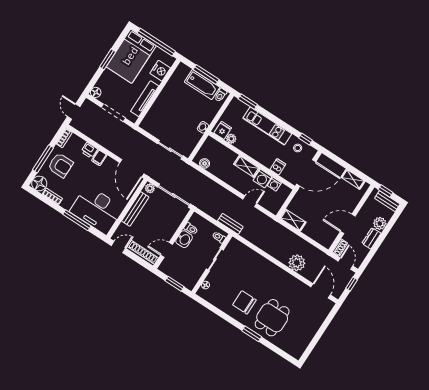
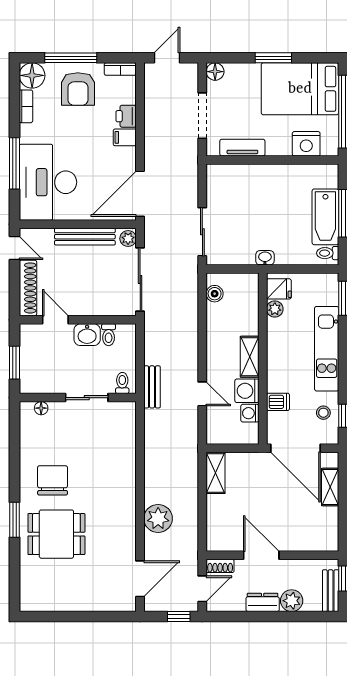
tv unit: (145, 99) -> (242, 148), width x0.71
shelving: (353, 179) -> (330, 487), moved

